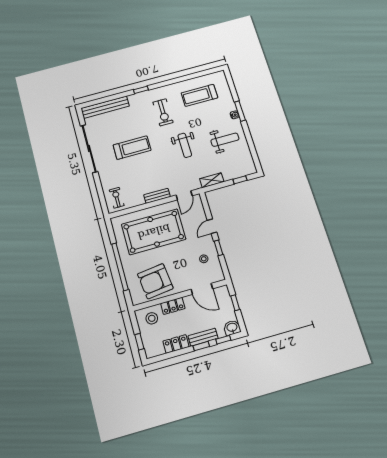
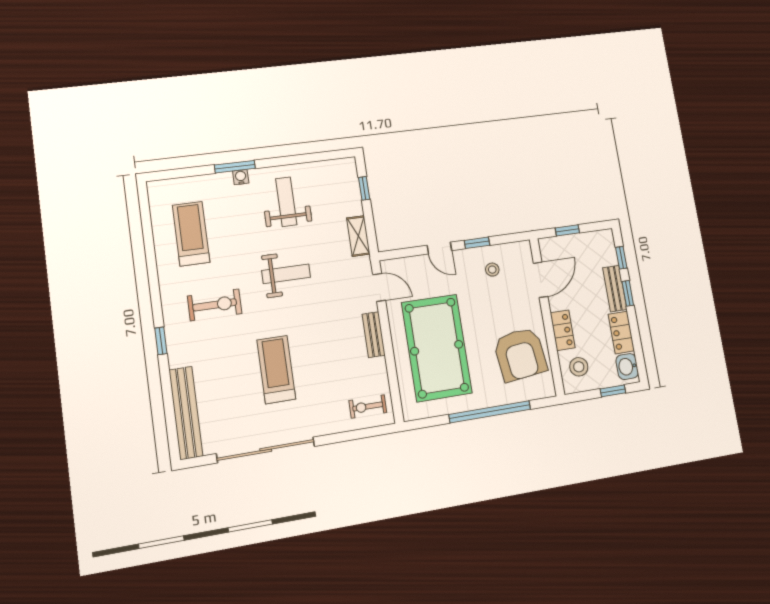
treadmill: (199, 95) -> (191, 234), turned 180
washbasin: (232, 328) -> (627, 366), moved

